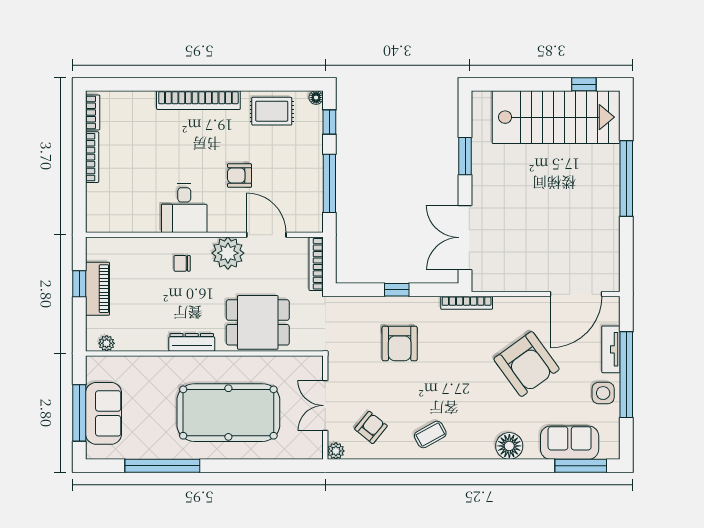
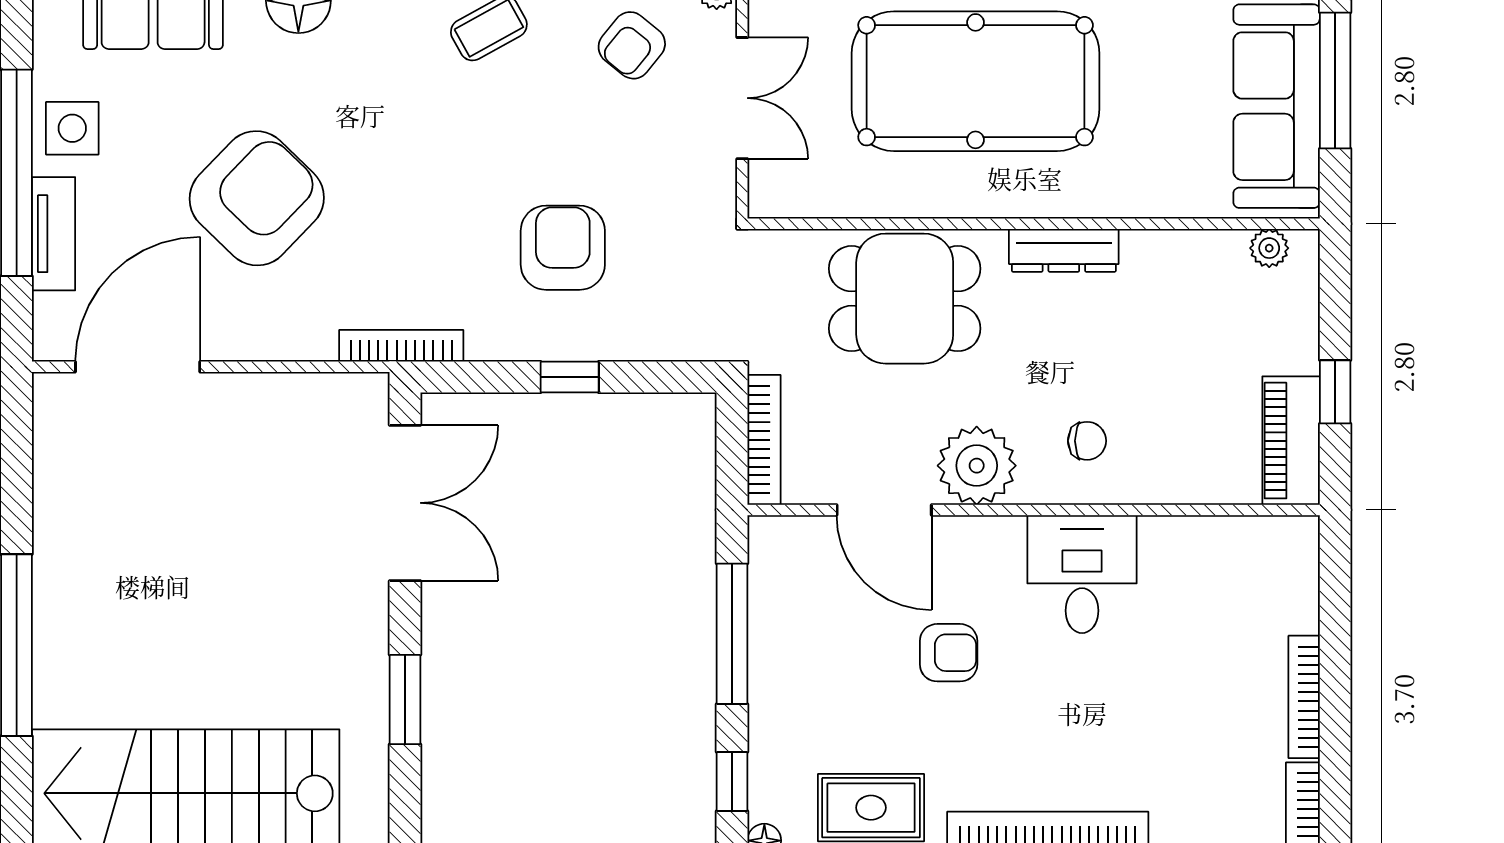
piano: (97, 289) -> (1291, 441), moved
armchair: (527, 364) -> (257, 198), turned 80
sofa: (104, 413) -> (1277, 106), width x1.36

